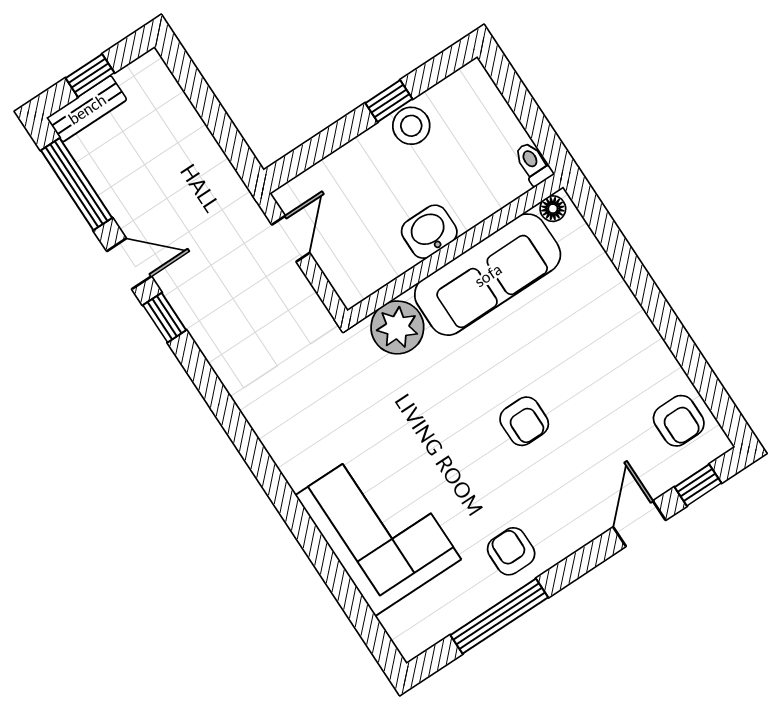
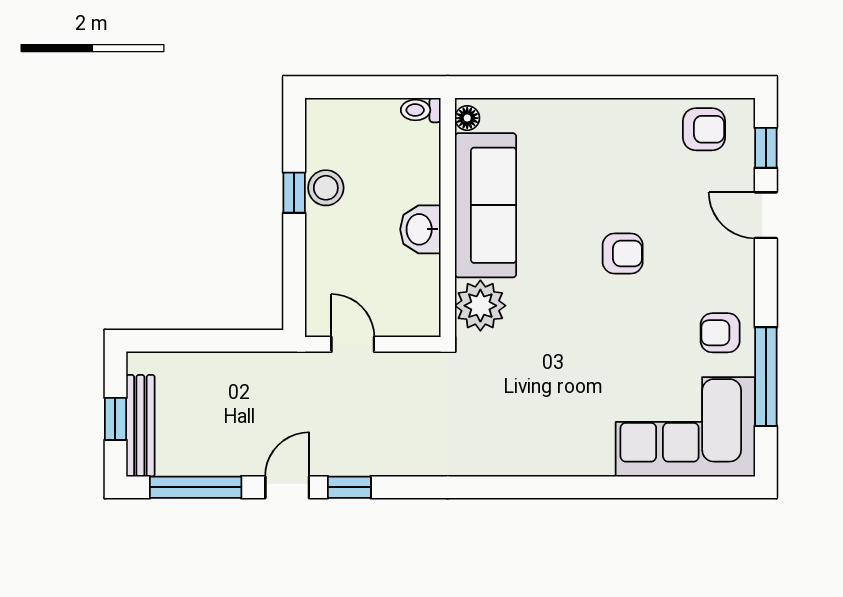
bench: (87, 109) -> (140, 426), width x1.36
corner sofa: (378, 527) -> (685, 427), moved

